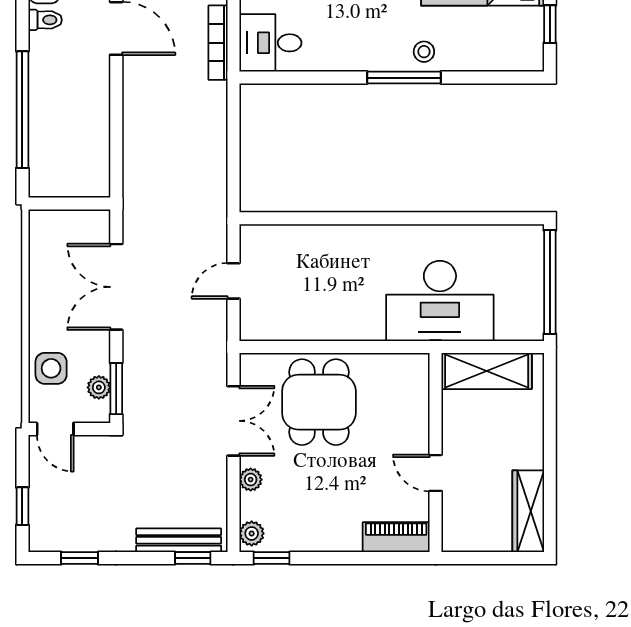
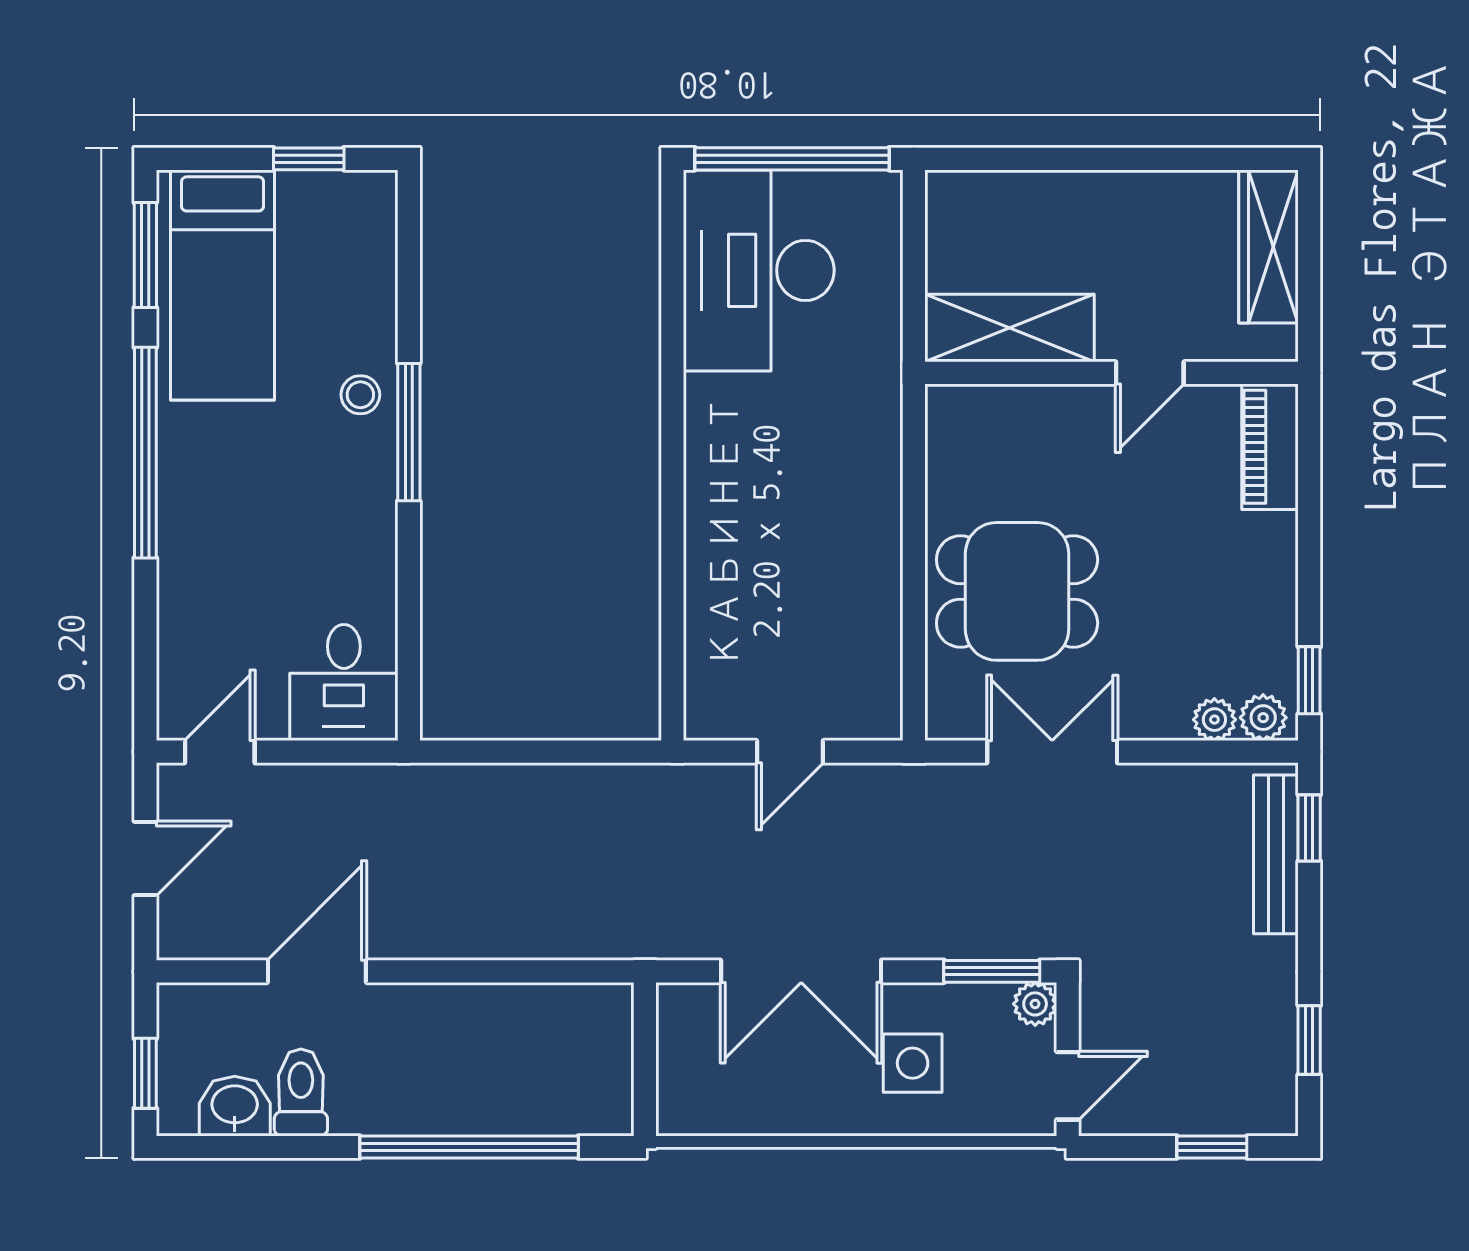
toilet: (45, 20) -> (301, 1092), width x1.37, depth x1.39
bookcase: (218, 43) -> (344, 781), removed
door: (233, 281) -> (790, 752), hinge flipped
desk: (440, 301) -> (759, 270), moved, turned 180
side table: (51, 368) -> (913, 1063), moved
shelving: (487, 371) -> (1009, 328), moved, turned 90
plant: (99, 387) -> (1035, 1004), moved
plant: (251, 480) -> (1214, 720), moved
wardrobe: (528, 511) -> (1269, 246), moved, turned 90

